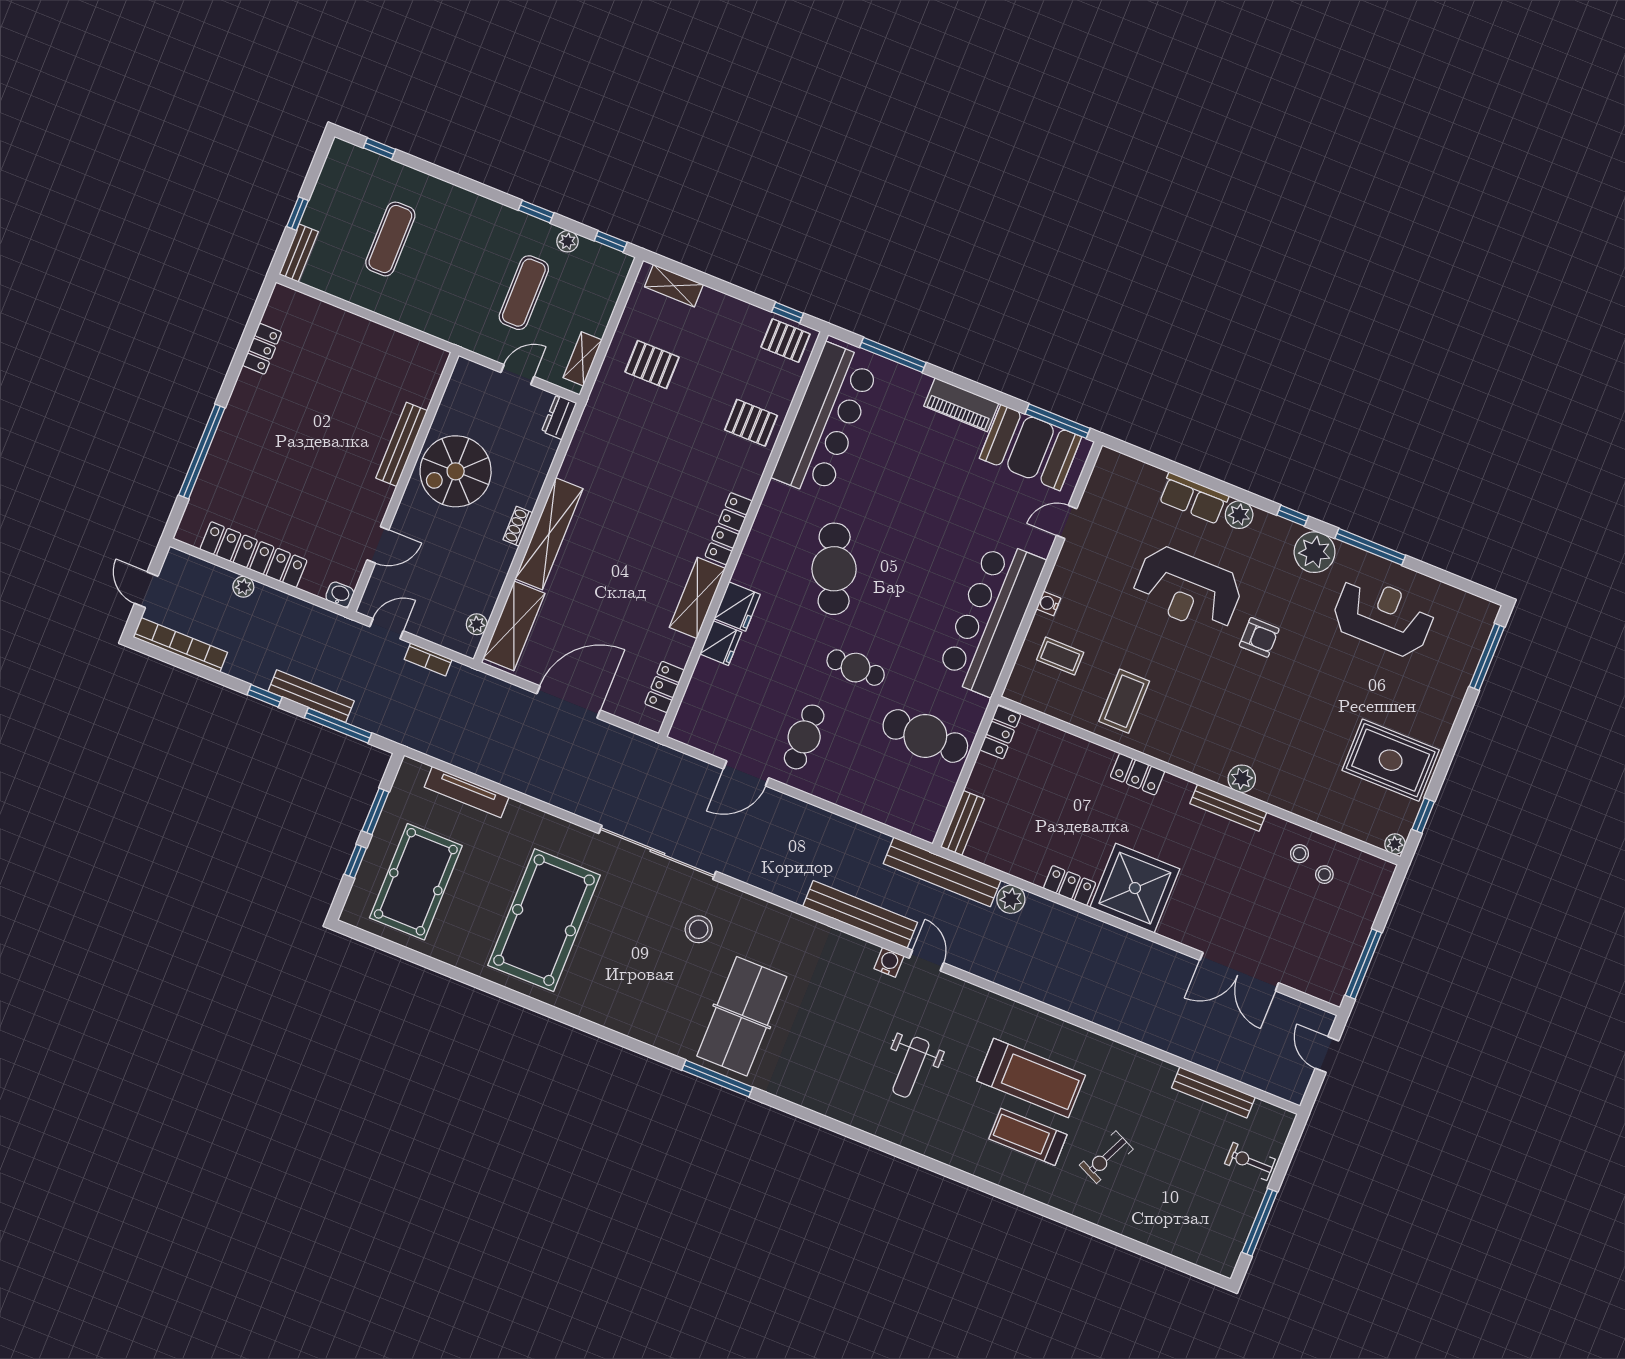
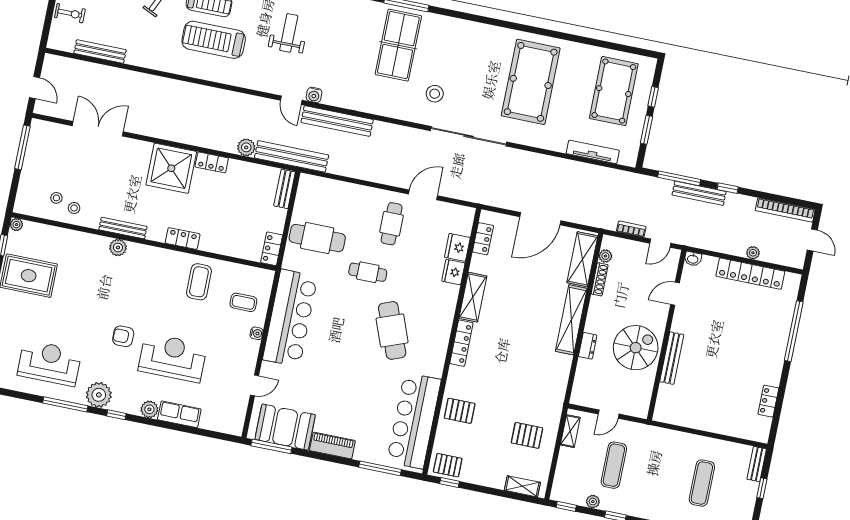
dresser: (559, 417) -> (588, 346), moved
shoe rack: (518, 526) -> (600, 279), moved, width x1.43
fridge: (737, 607) -> (457, 247), moved
reception desk: (1383, 616) -> (49, 363), turned 180

